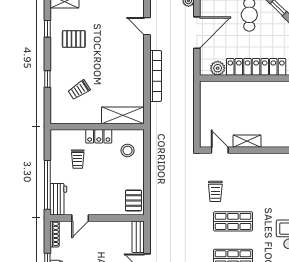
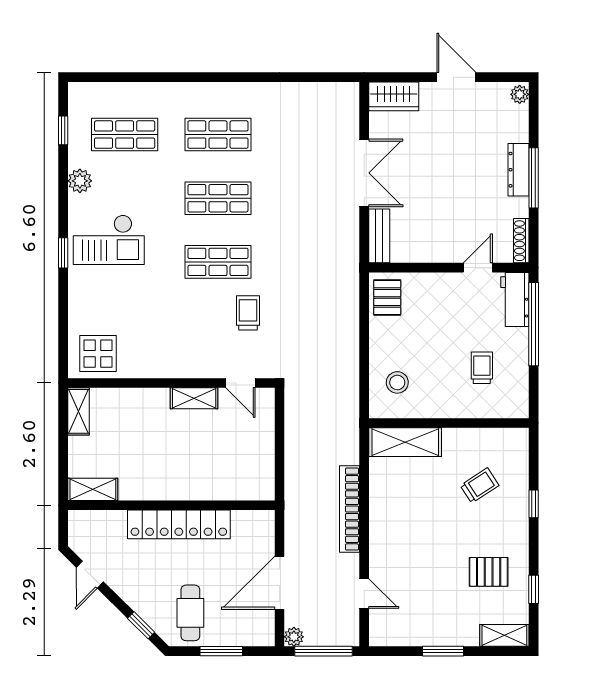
plant: (218, 68) -> (244, 522), removed
locker: (99, 136) -> (446, 407), removed

